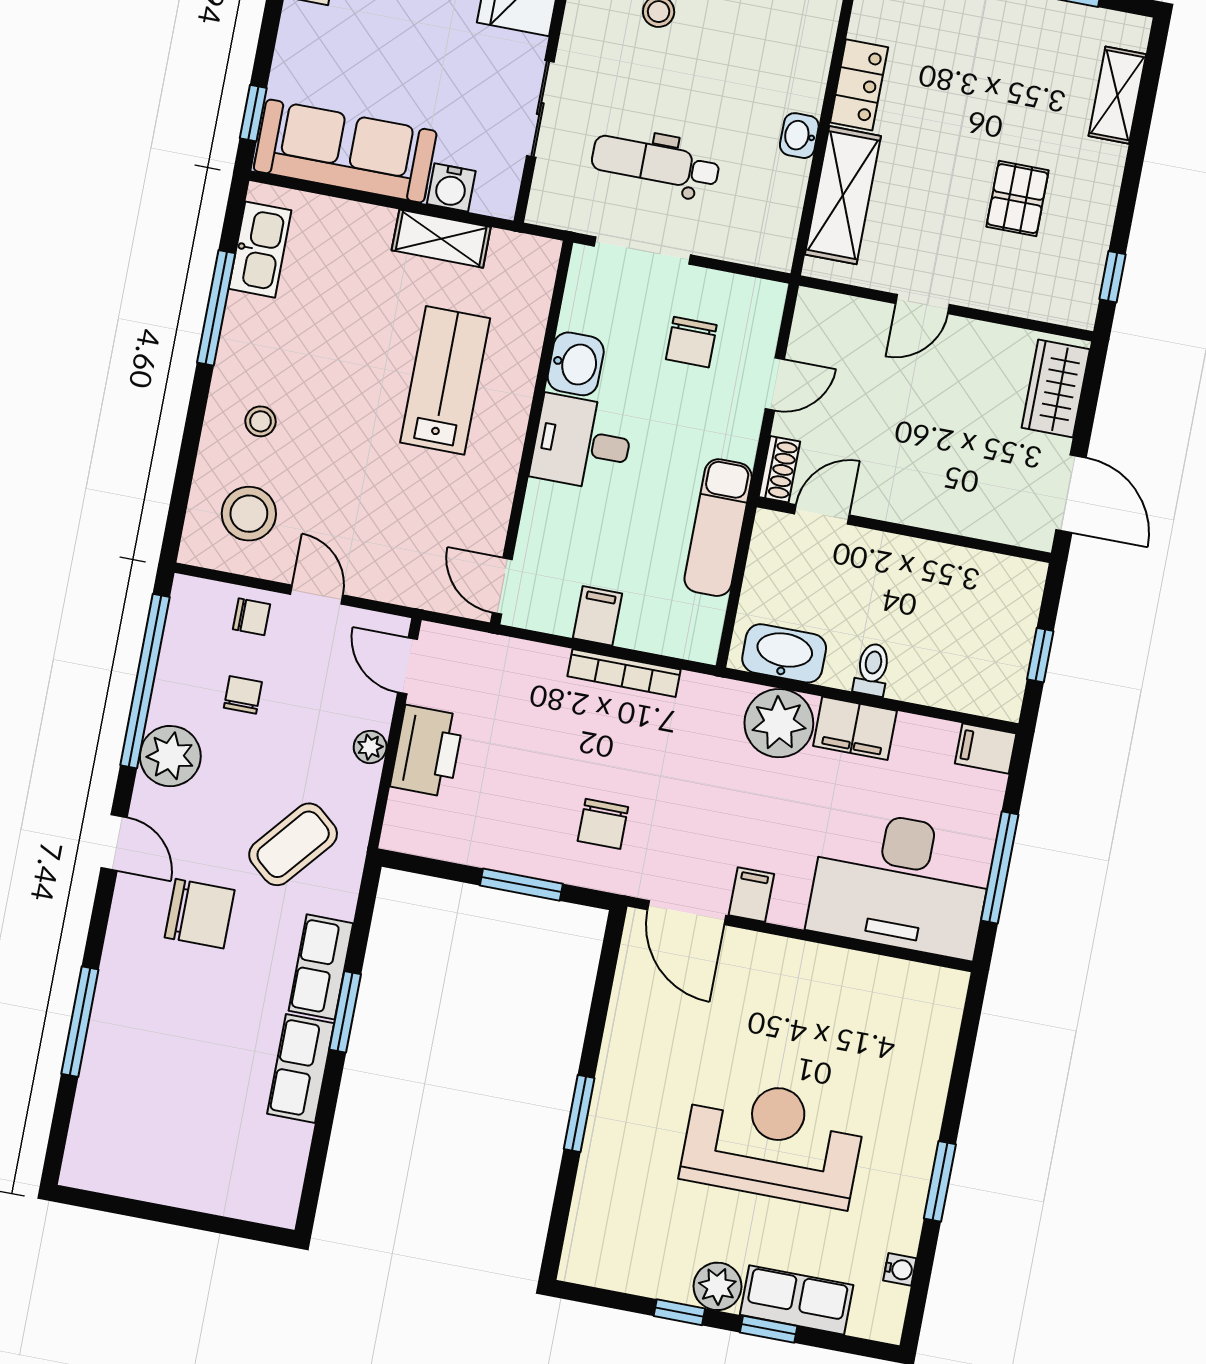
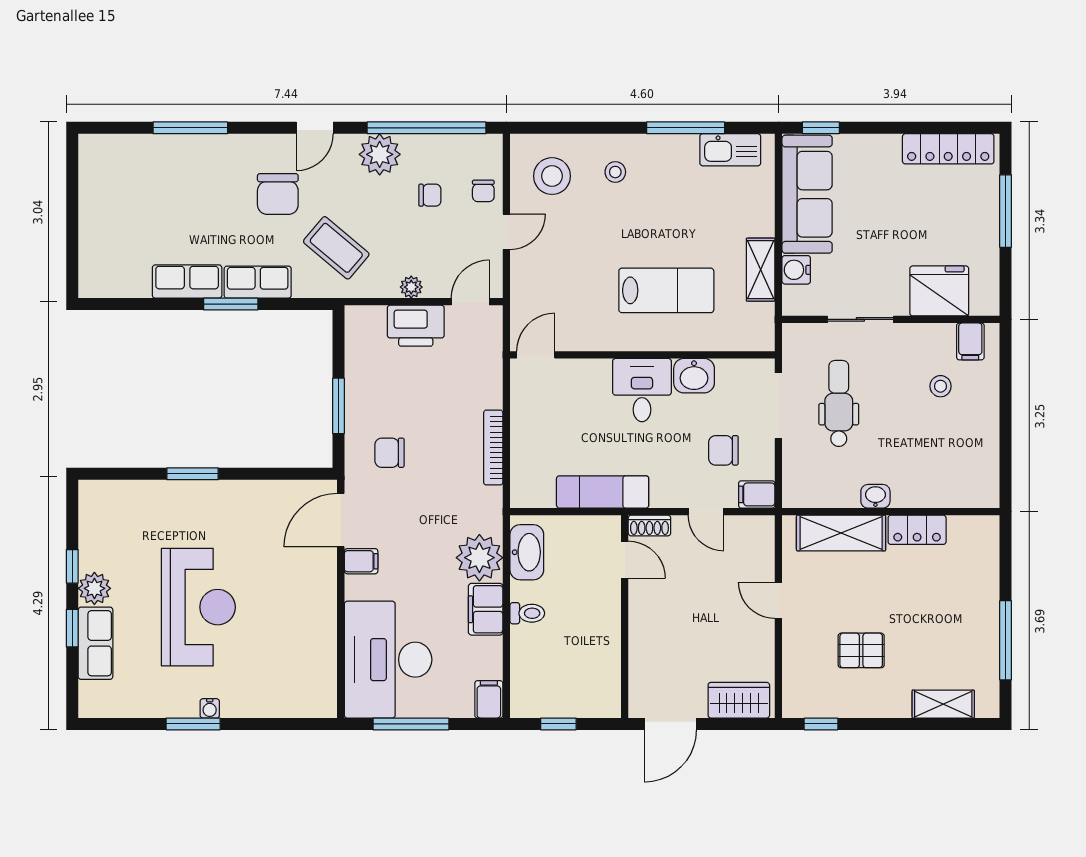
filing cabinet: (598, 616) -> (757, 494), moved, turned 180
water cooler: (900, 1269) -> (210, 708), moved

